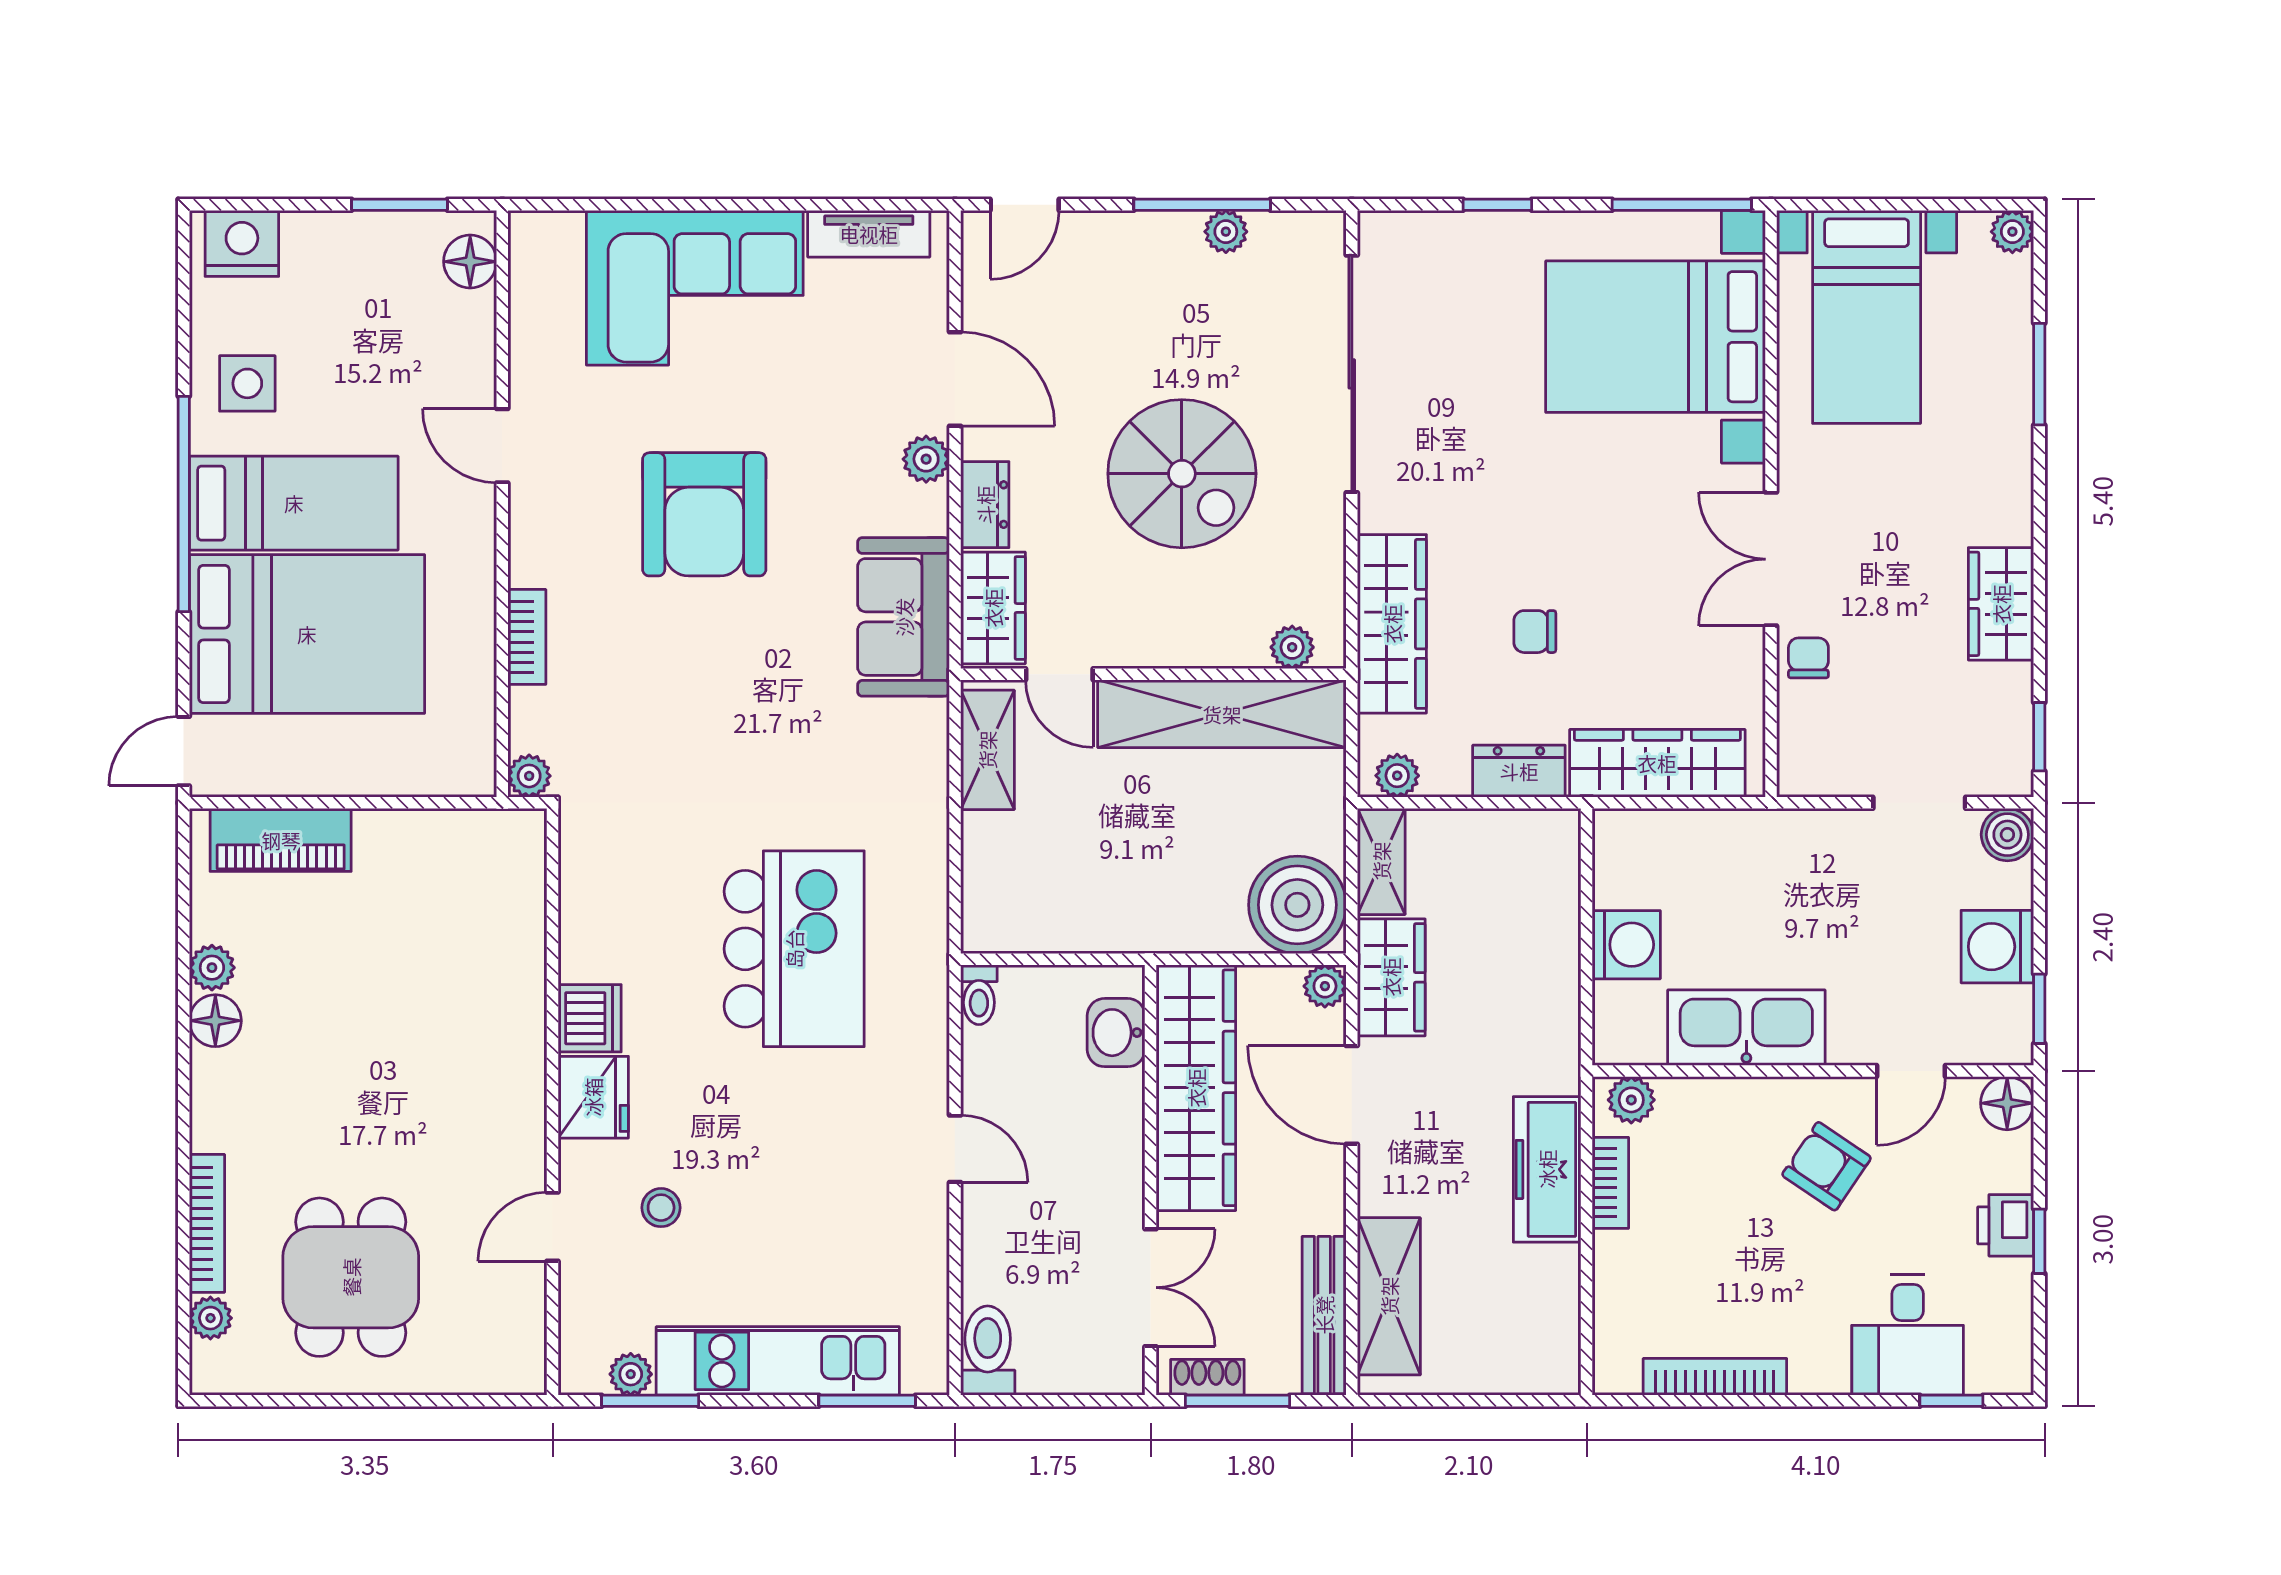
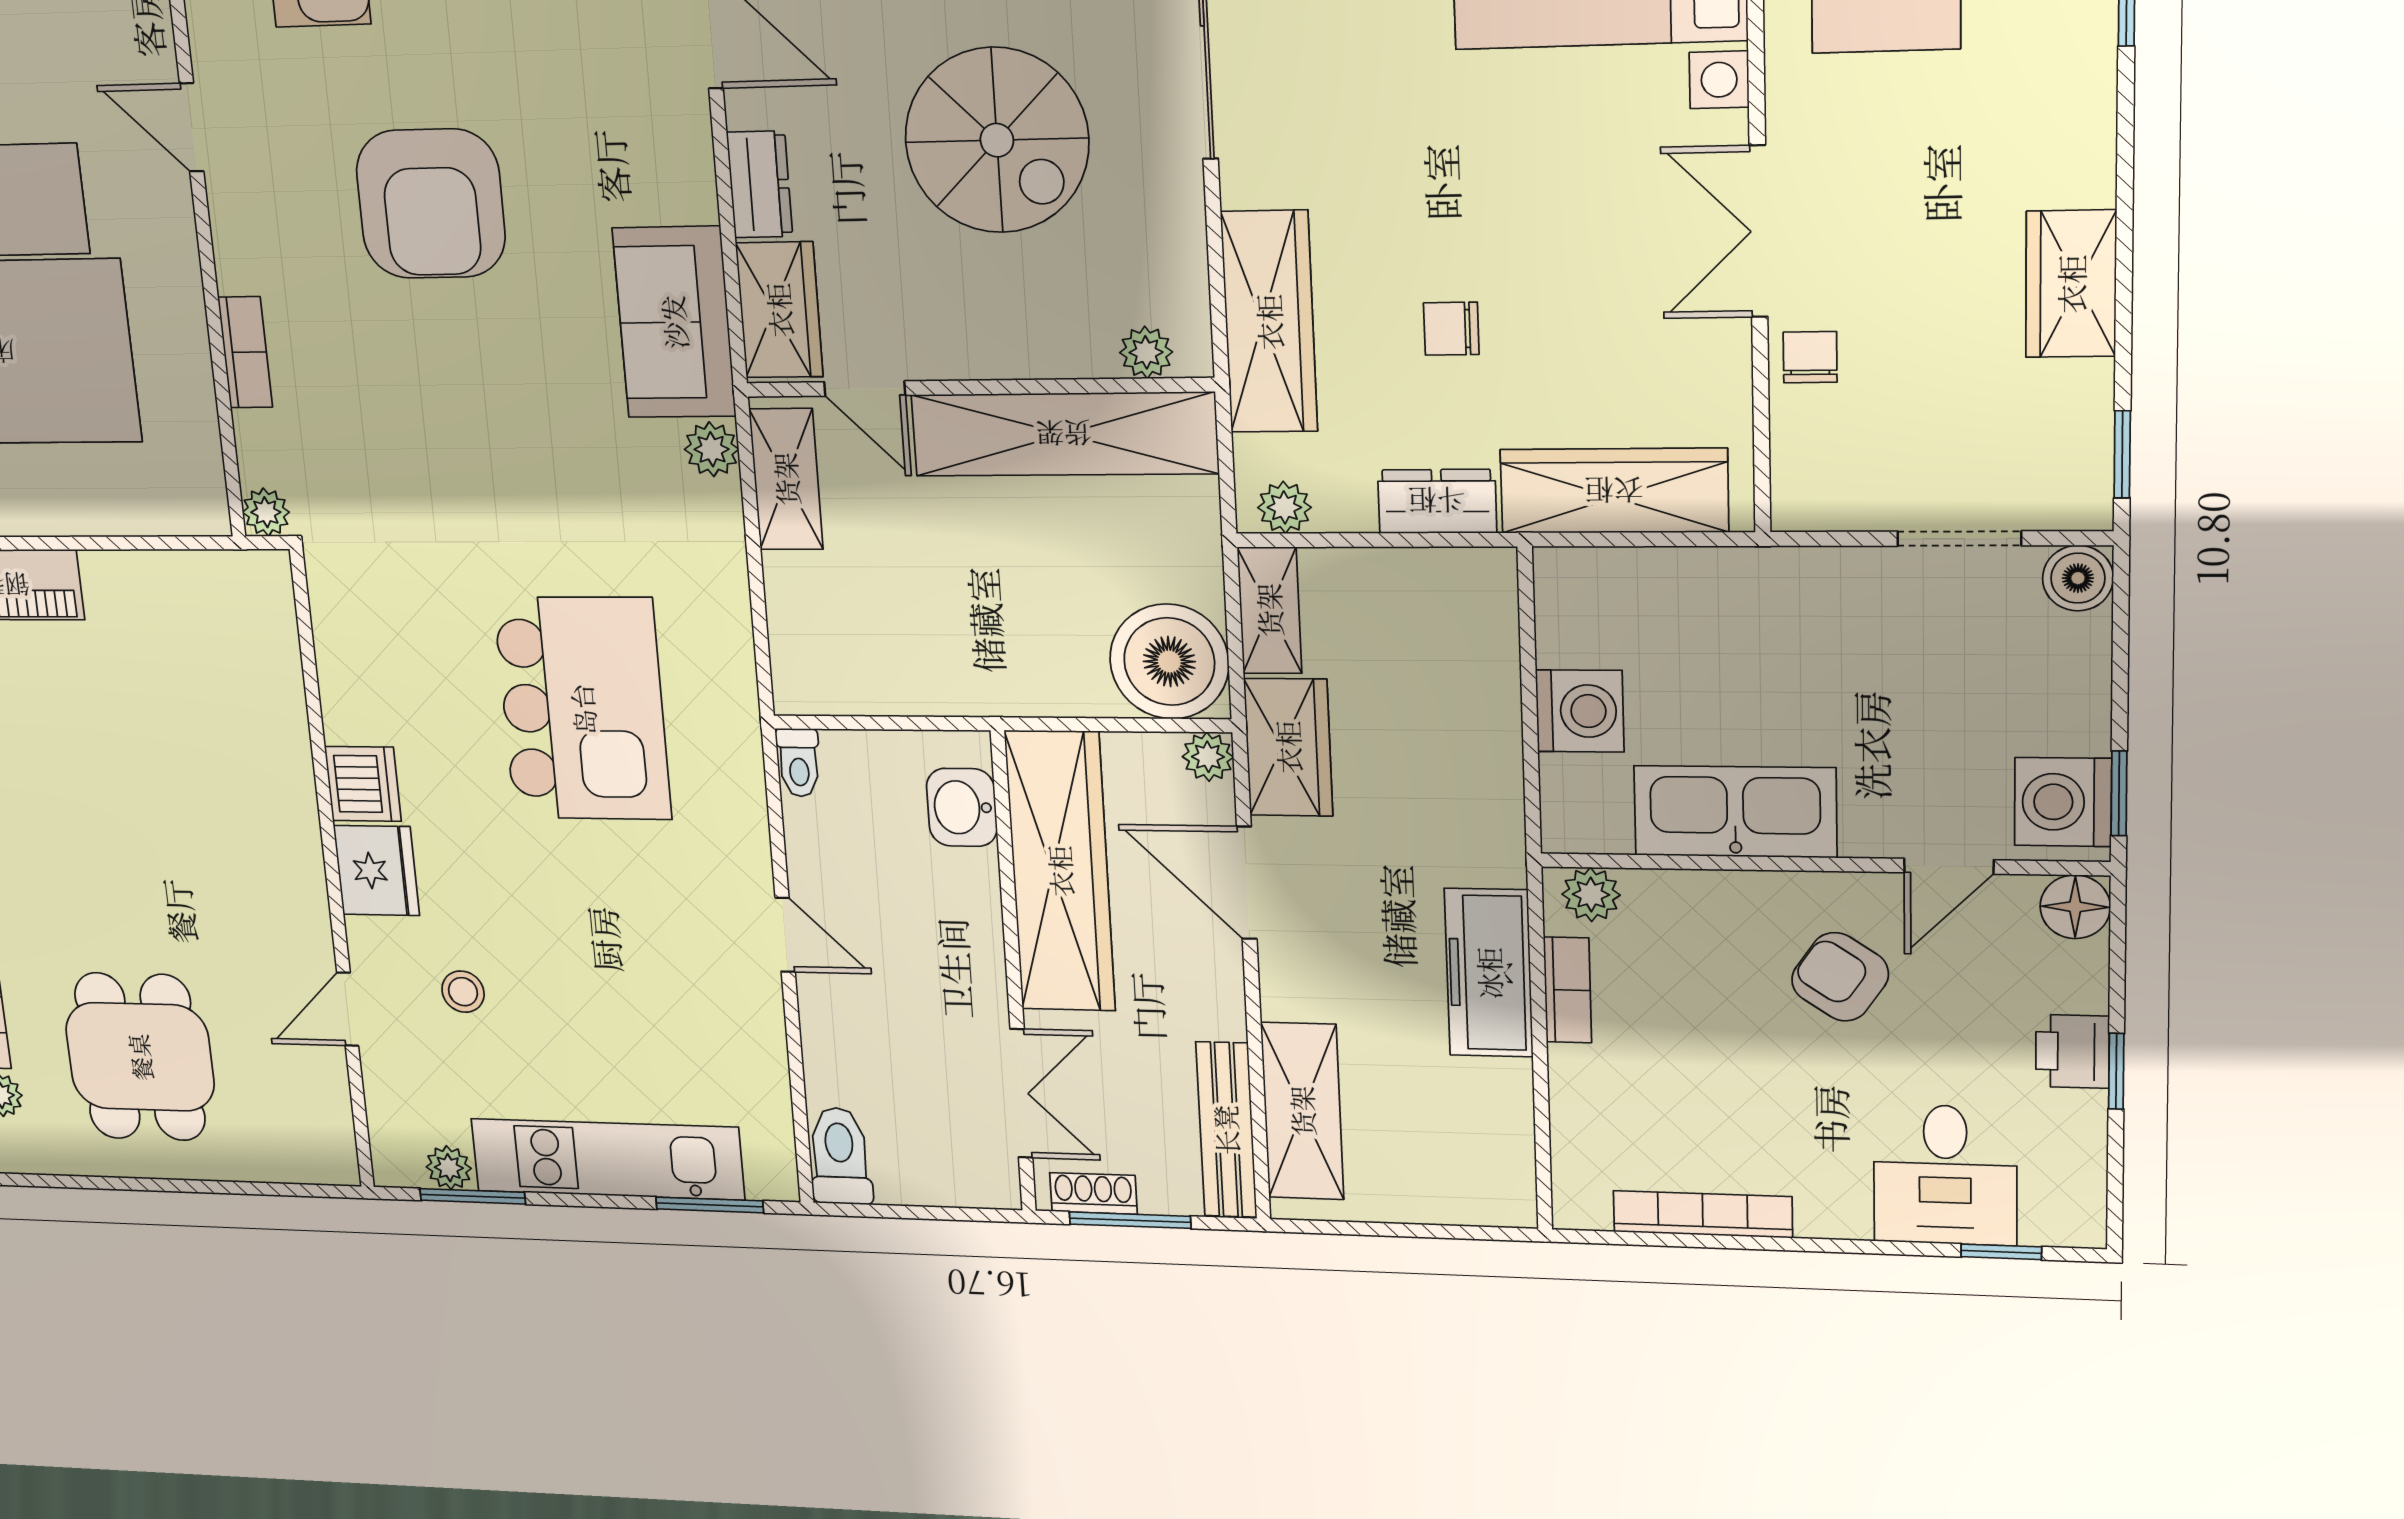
plant: (926, 459) -> (712, 449), moved
washing machine: (1997, 947) -> (2063, 802), moved

